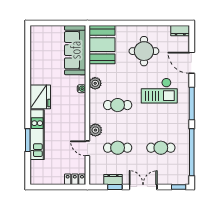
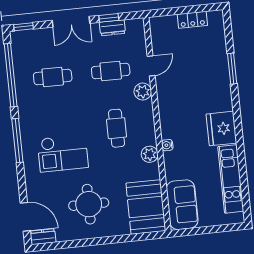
sofa: (75, 50) -> (182, 205), width x0.73
door: (192, 63) -> (25, 217), moved
checkout: (159, 91) -> (63, 153), turned 180
cafe table: (118, 105) -> (117, 128), turned 90
kitchen unit: (37, 135) -> (231, 179), moved
door: (87, 148) -> (151, 66), hinge flipped
locker: (75, 179) -> (192, 20), moved

